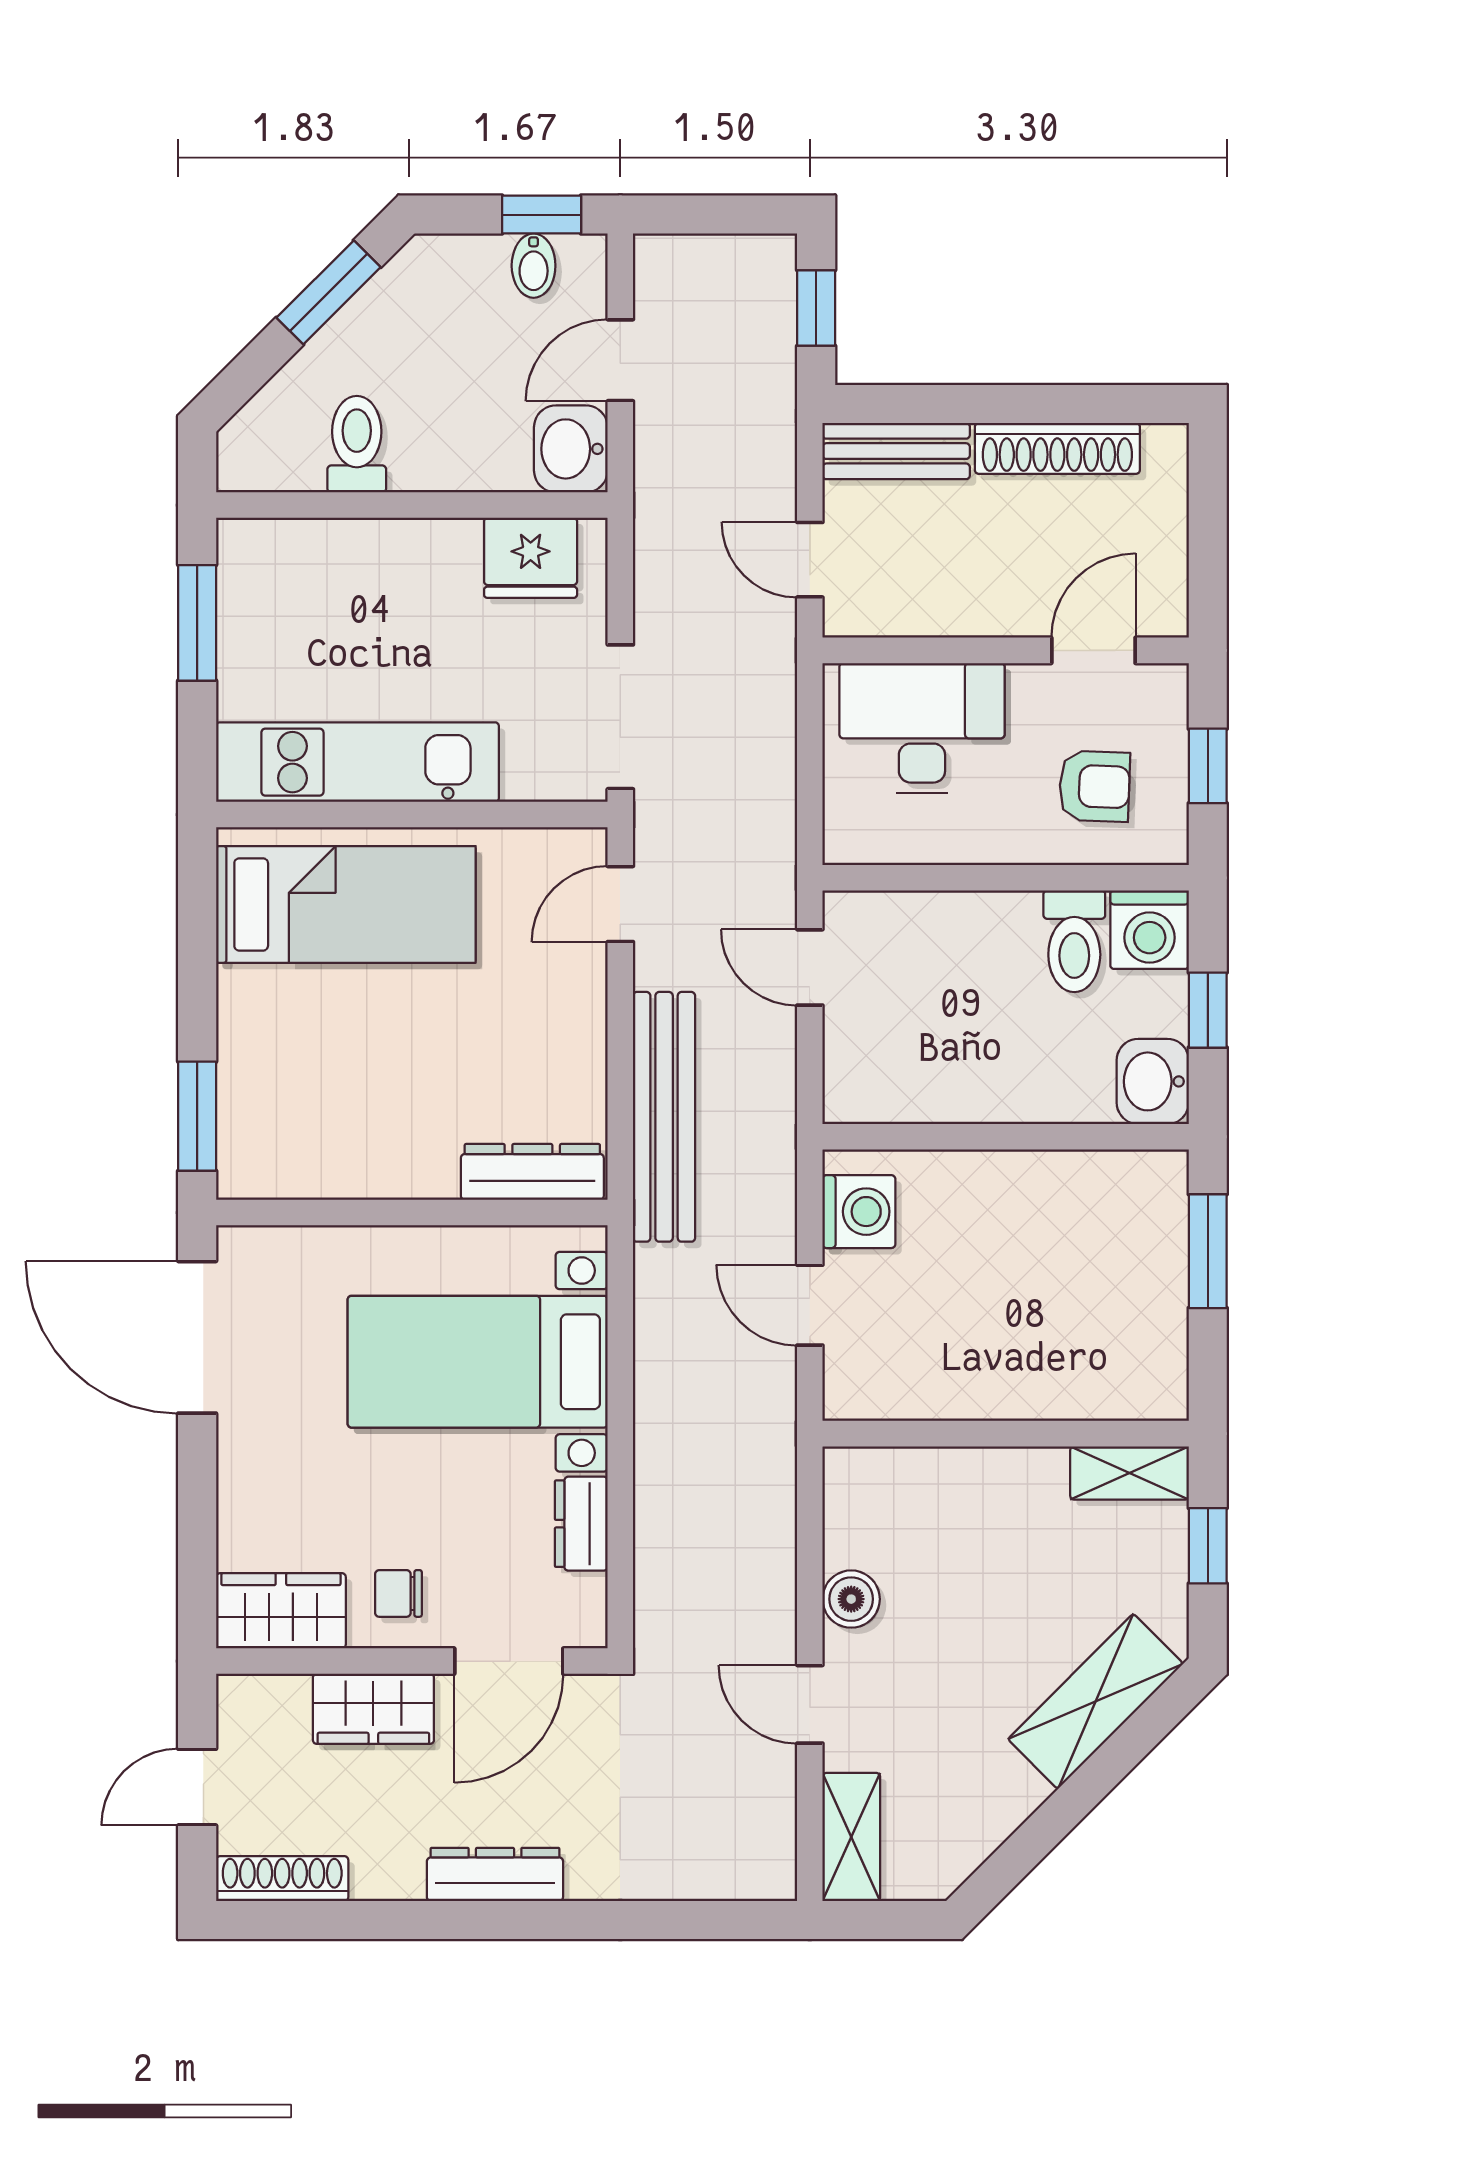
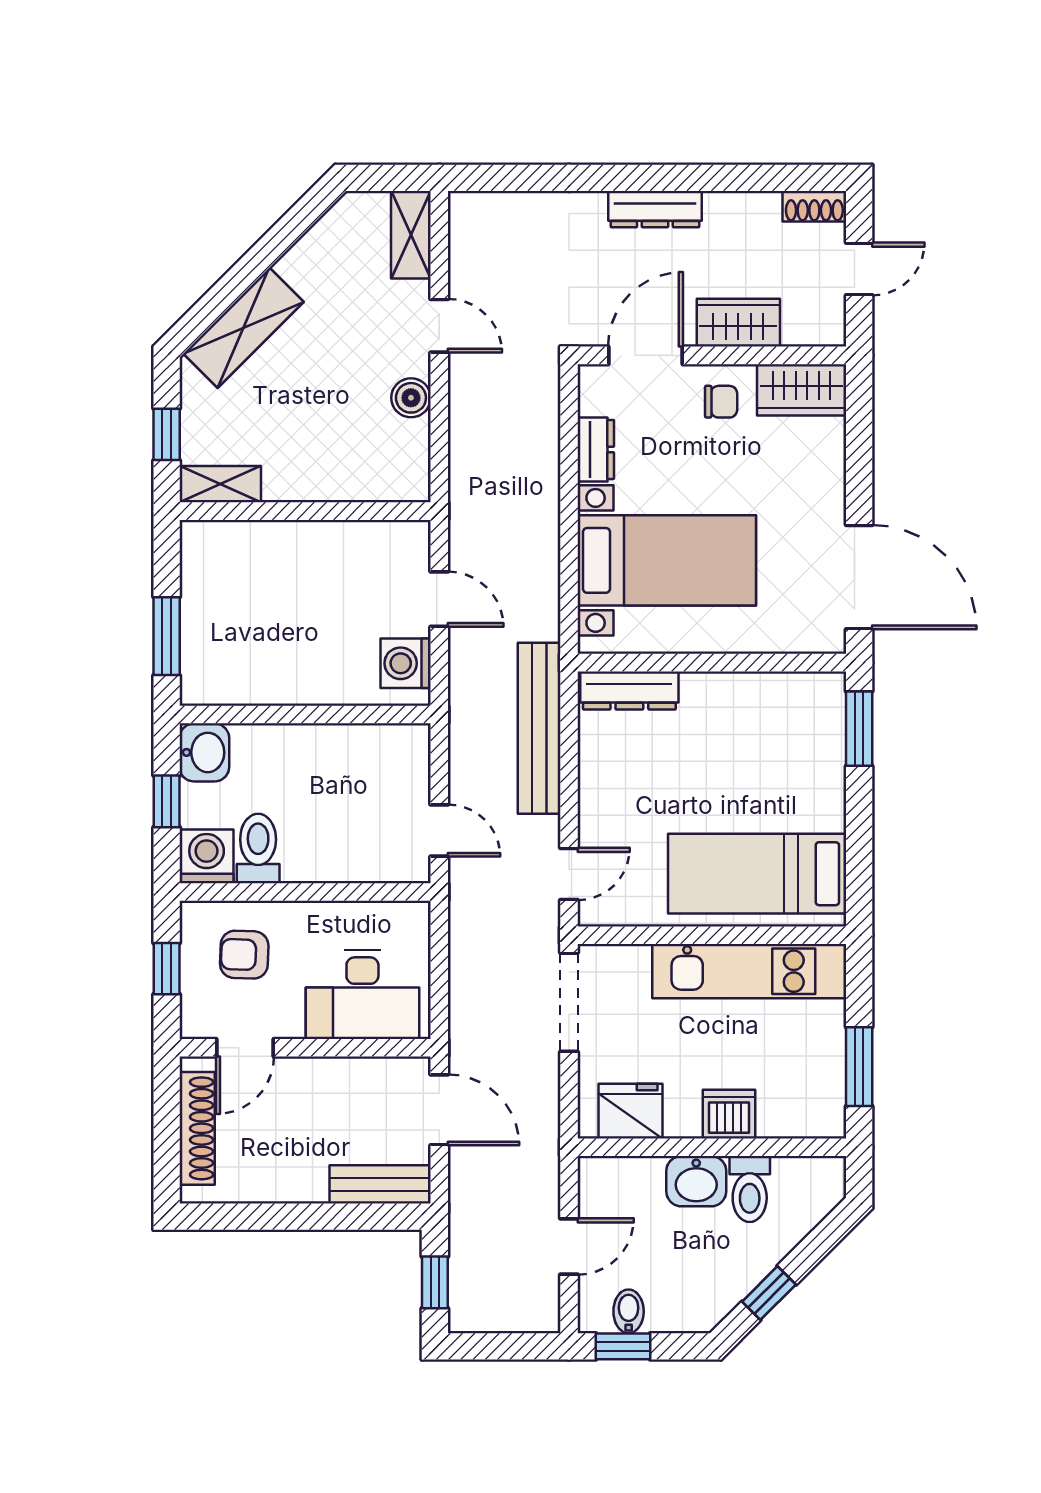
window: (329, 292) -> (769, 1293), width x0.67
shoe rack: (1057, 448) -> (197, 1128), moved, turned 90
washbasin: (571, 449) -> (696, 1181), moved, turned 90
dishwasher: (387, 553) -> (729, 1114), added
door: (810, 560) -> (439, 1110), width x1.38
shoe rack: (282, 1879) -> (814, 206), width x0.70

